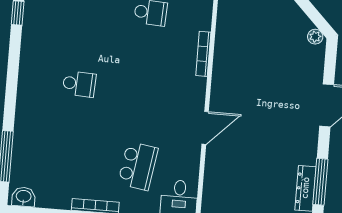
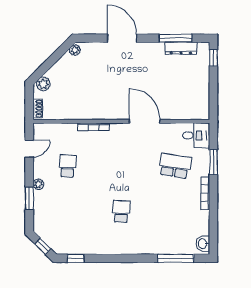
door: (205, 128) -> (145, 121), width x1.36

